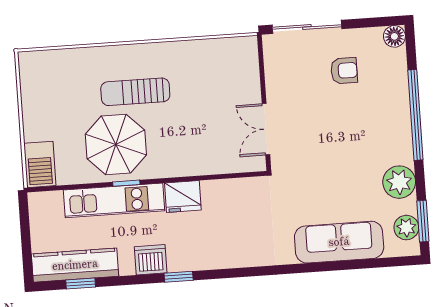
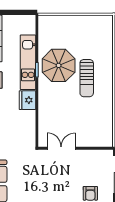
sun lounger: (135, 92) -> (87, 78), turned 180
barbecue: (40, 164) -> (51, 23), removed

